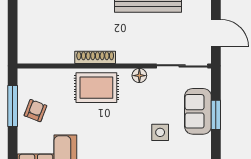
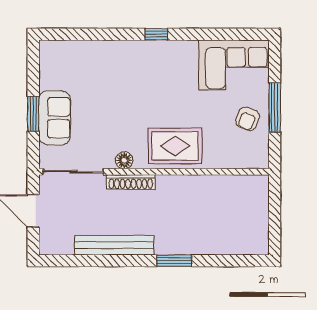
shoe rack: (95, 57) -> (131, 182), moved
window: (13, 106) -> (275, 108), moved
side table: (160, 132) -> (100, 93), removed

